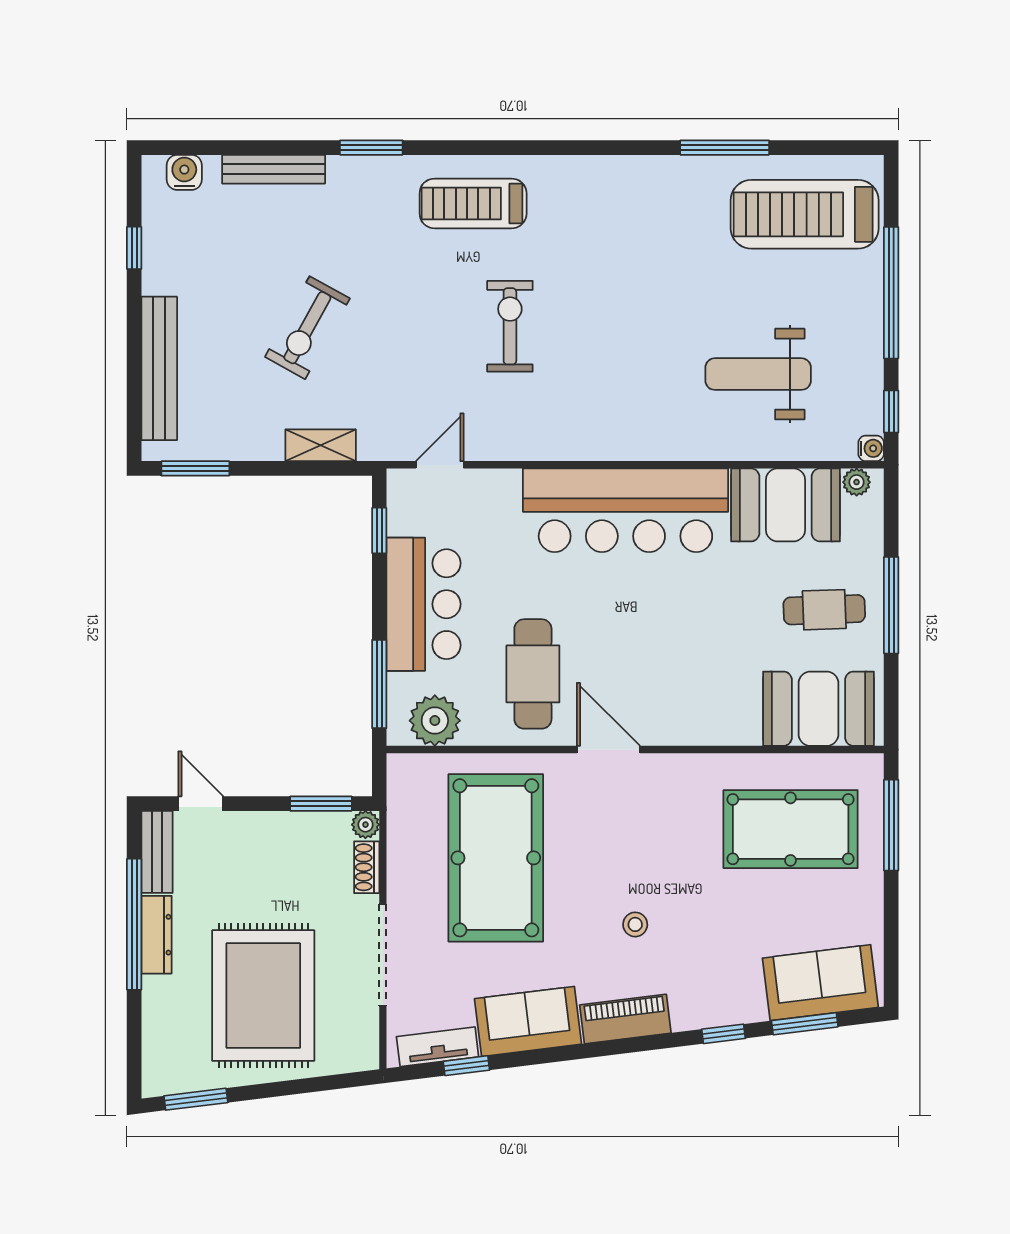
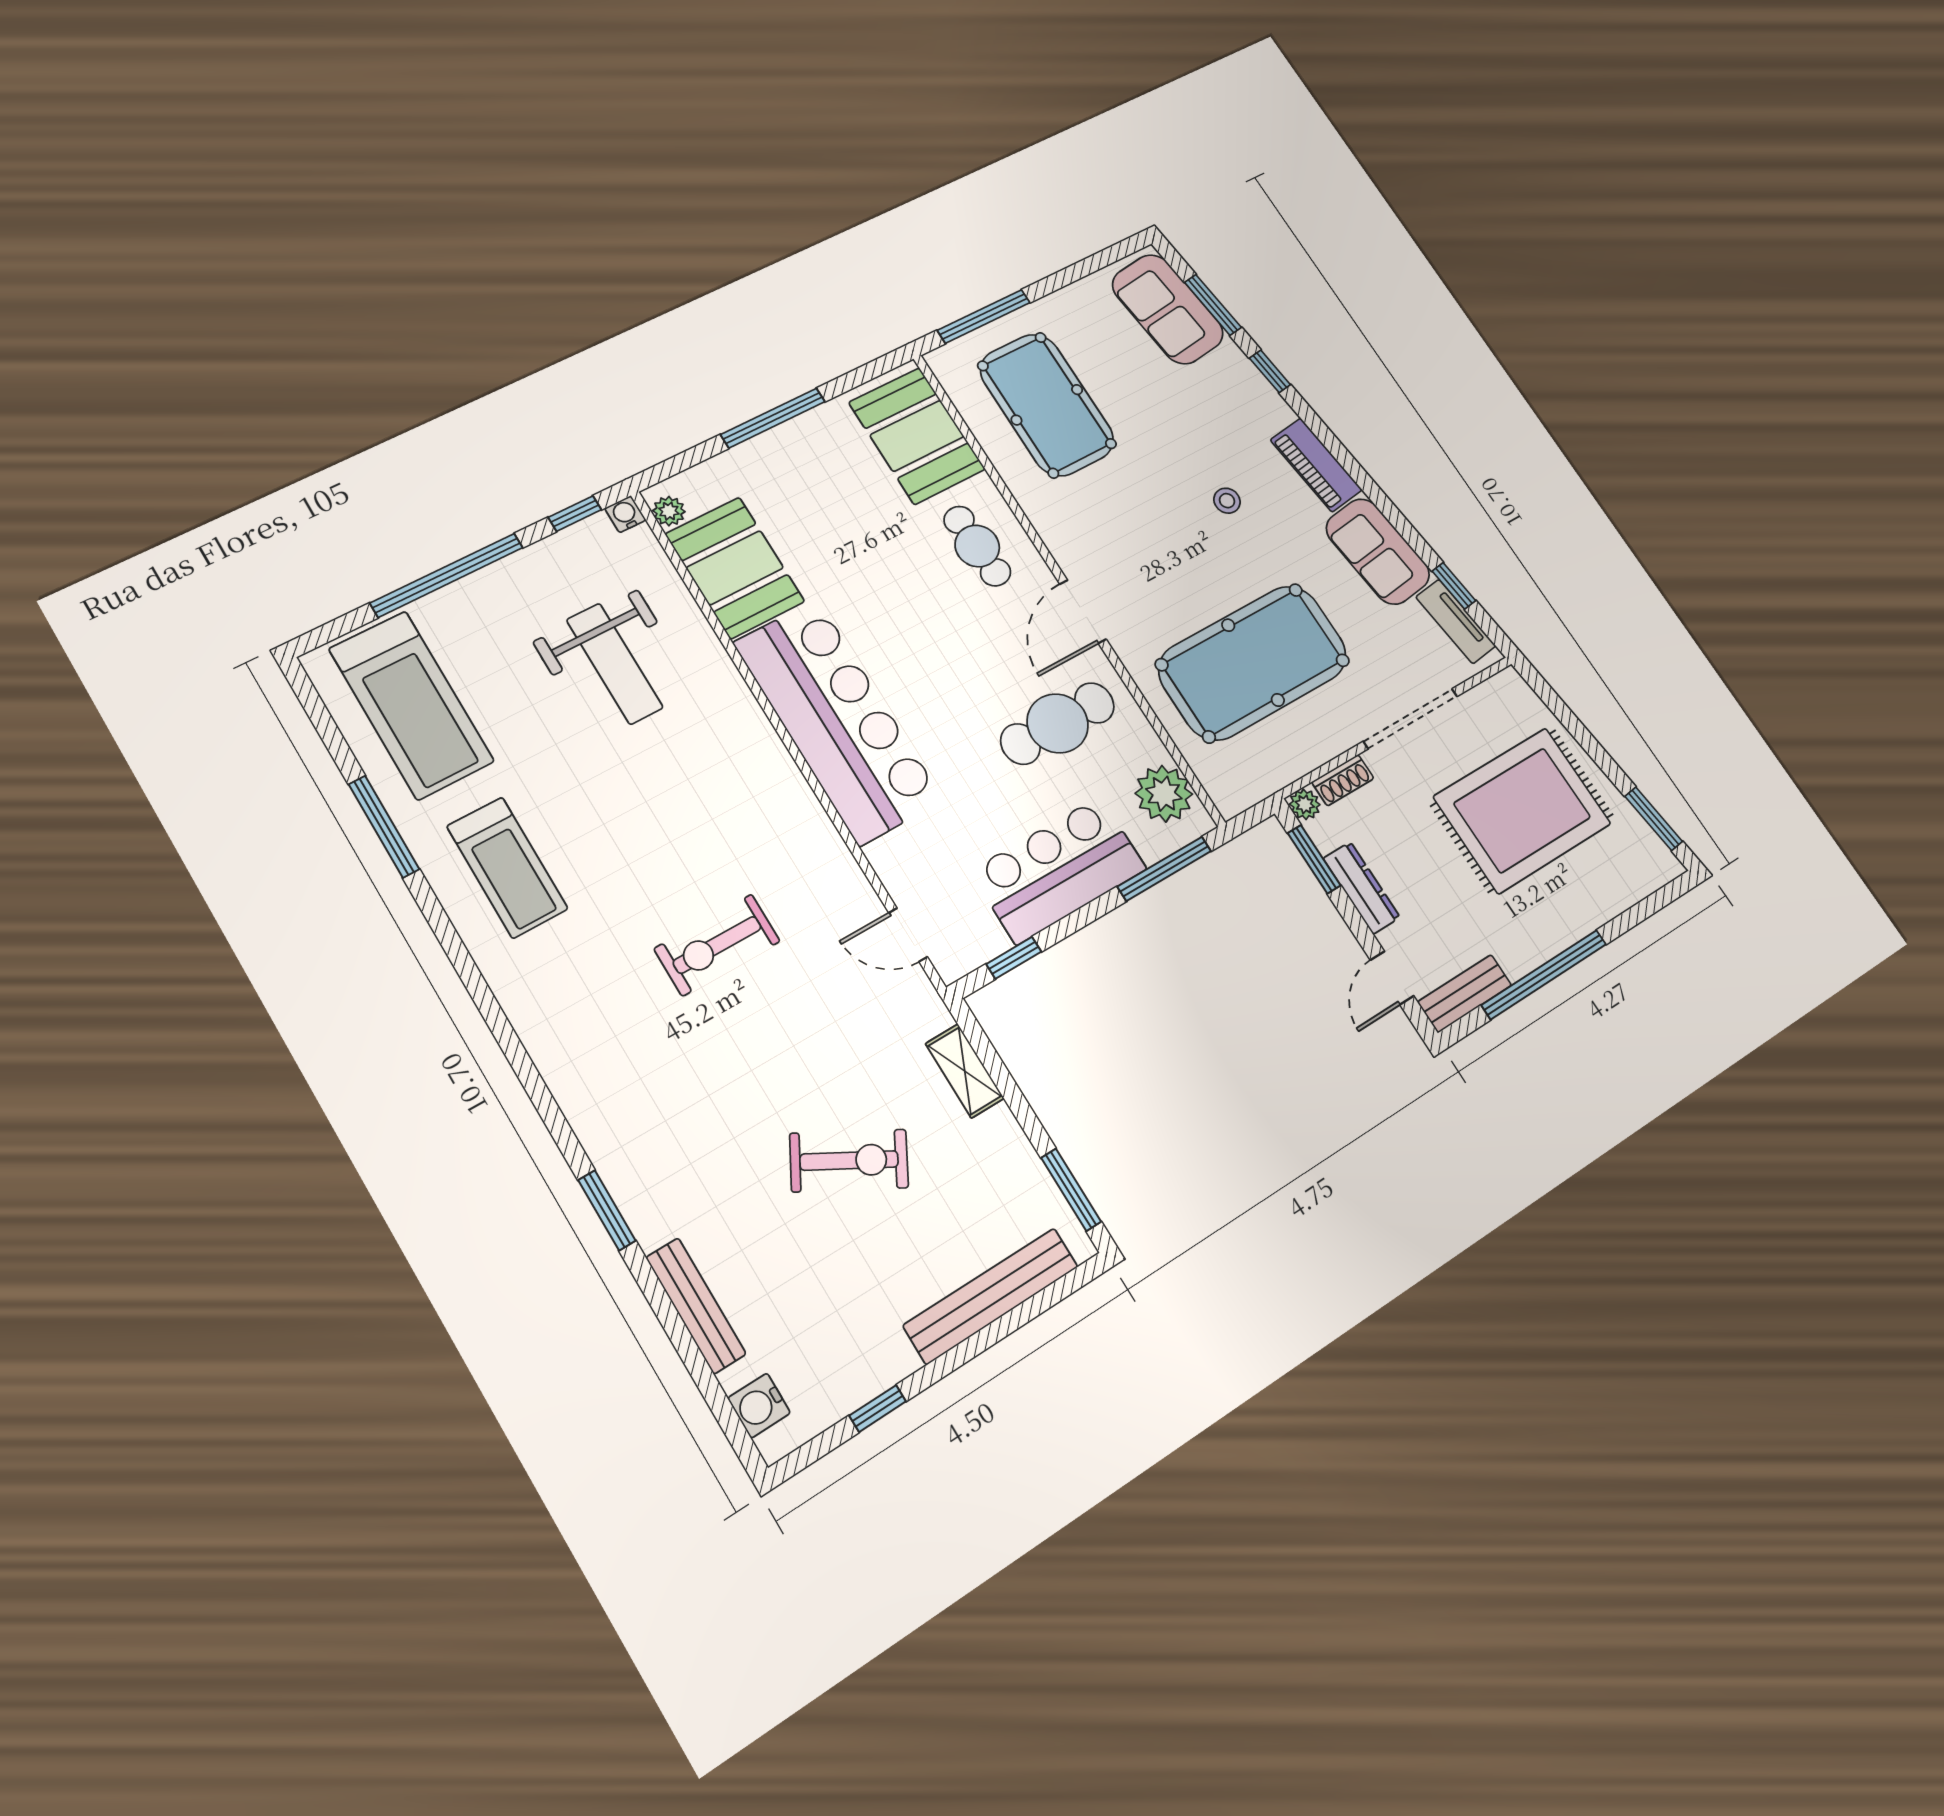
treadmill: (473, 203) -> (507, 868), moved
cafe table: (824, 610) -> (977, 546), moved
dresser: (157, 935) -> (1362, 888), moved, turned 90

